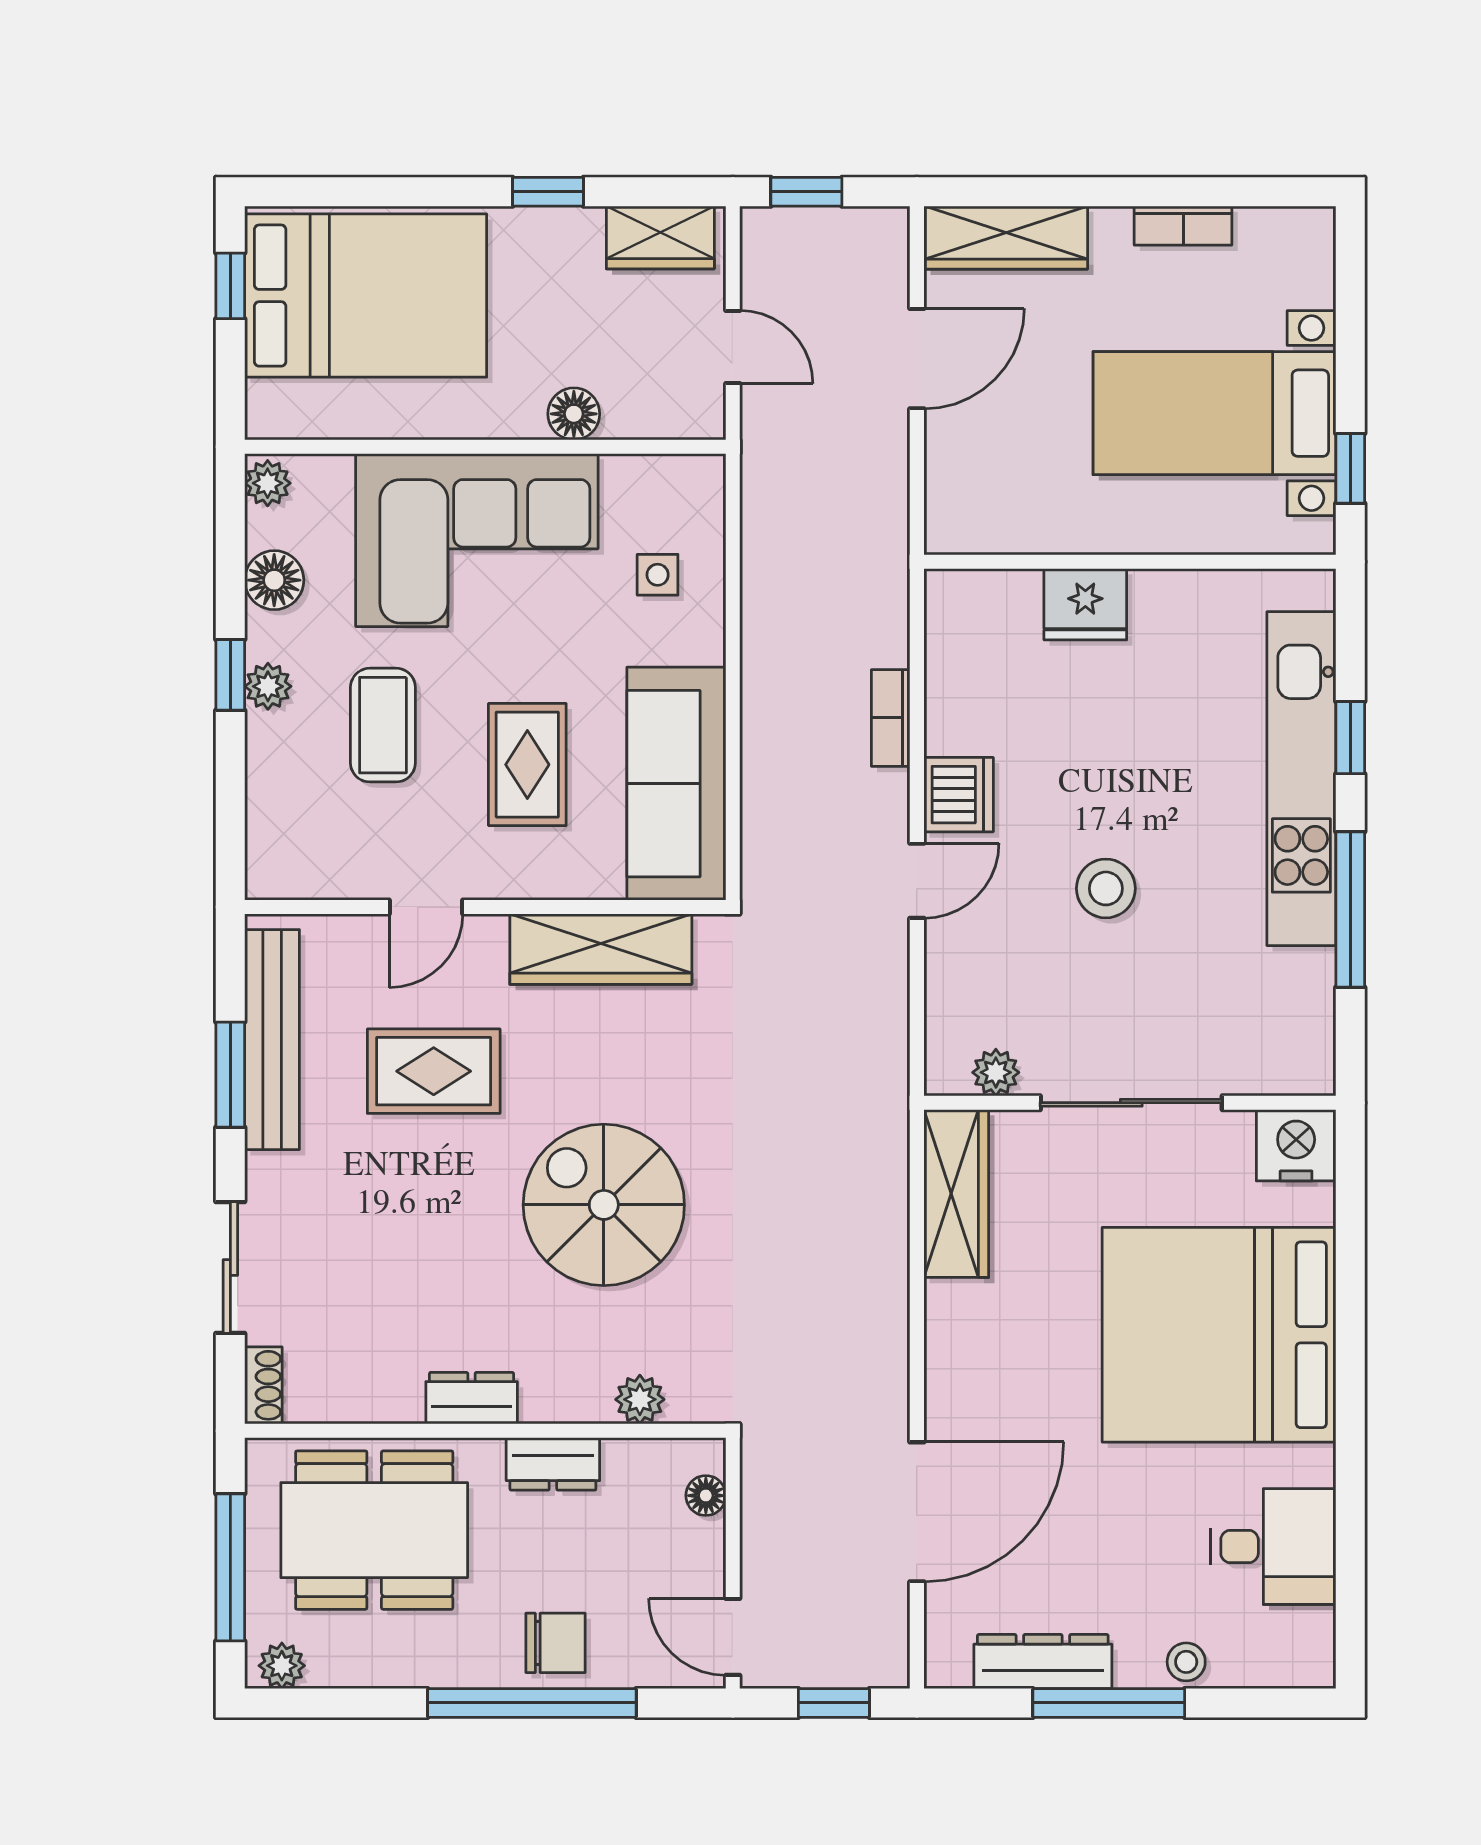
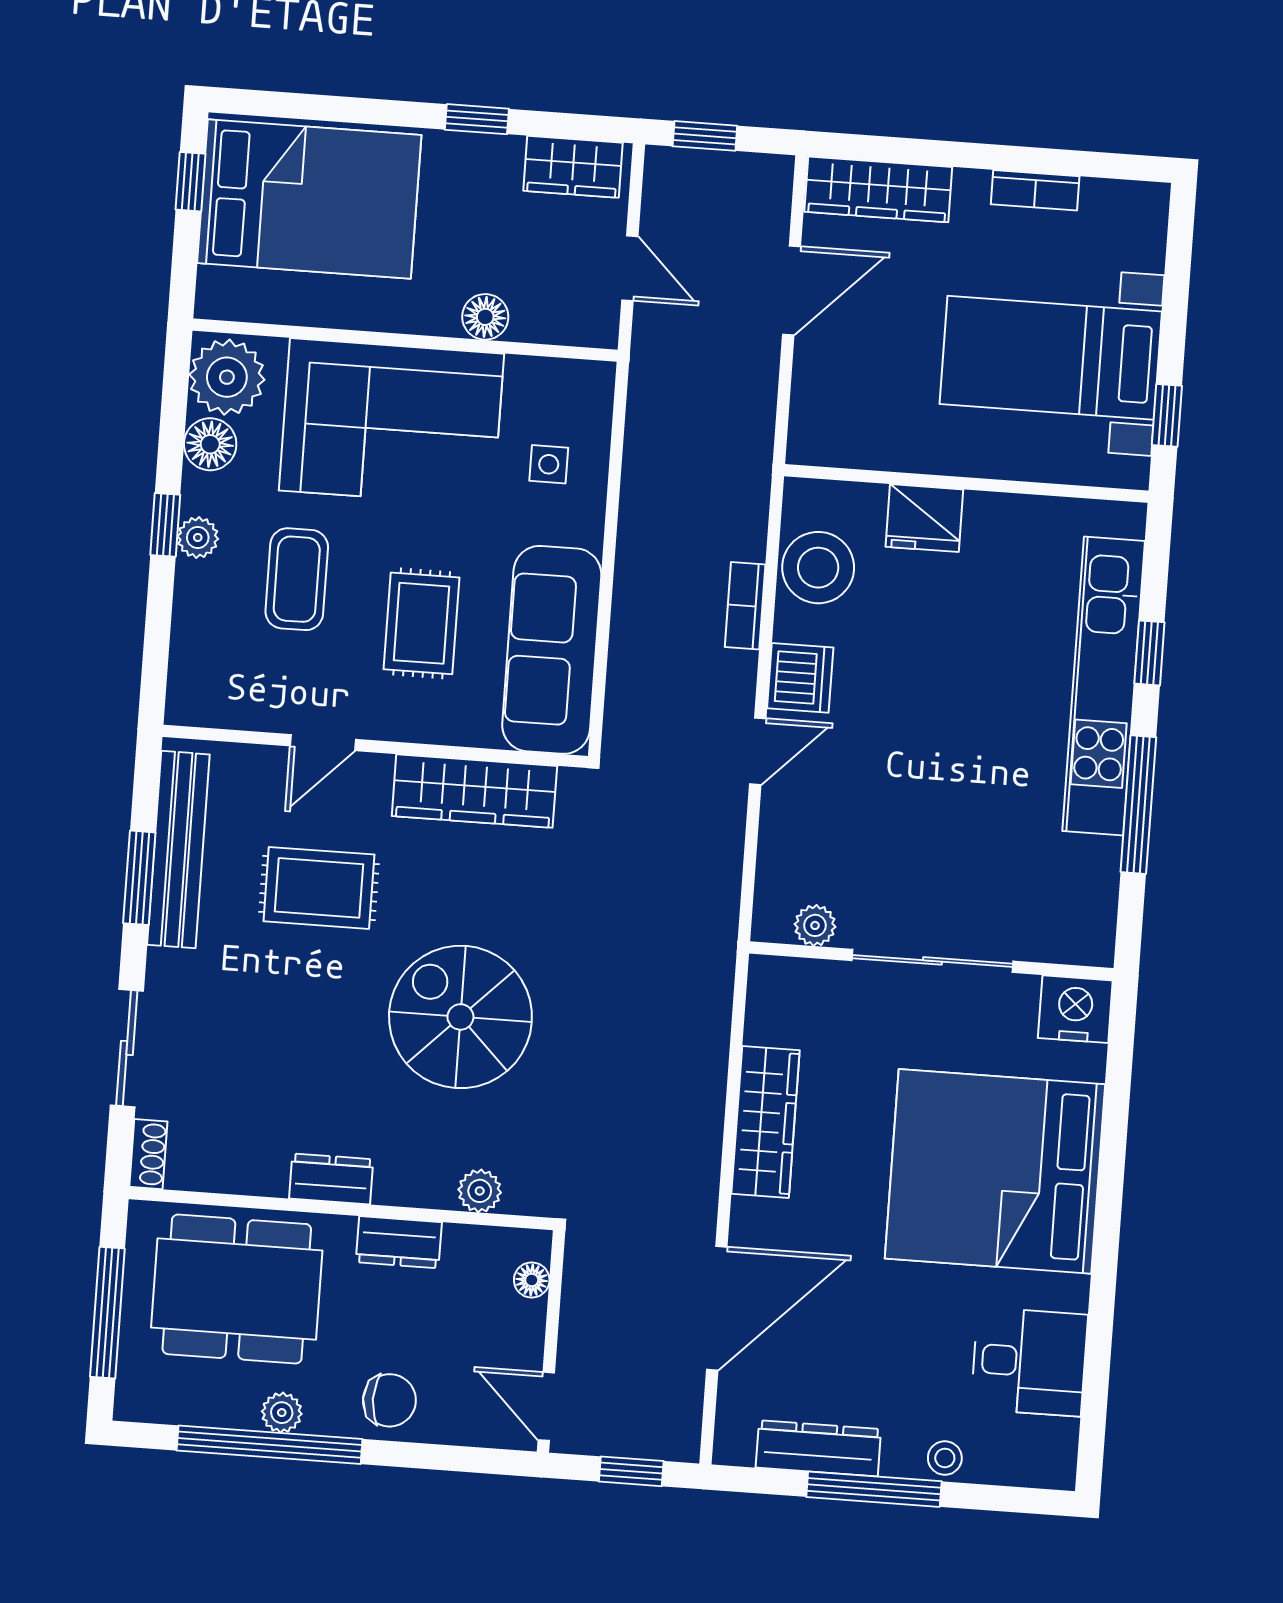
plant: (268, 483) -> (227, 377), width x1.87, depth x1.87
stool: (1106, 888) -> (818, 568), moved, width x1.38, depth x1.38
wardrobe: (956, 1194) -> (765, 1122), moved
plant: (282, 1666) -> (282, 1413), moved
window: (532, 1703) -> (270, 1445), moved

